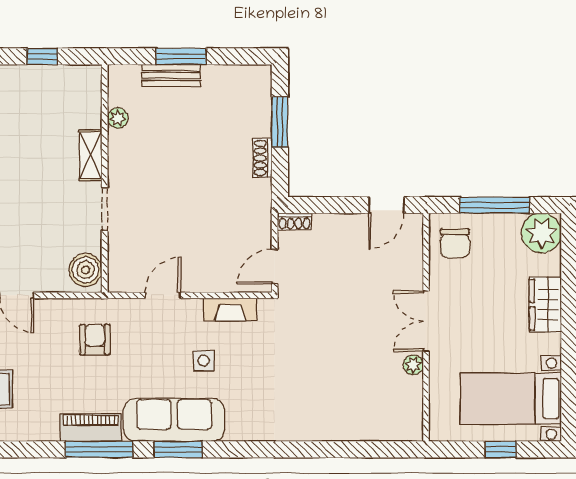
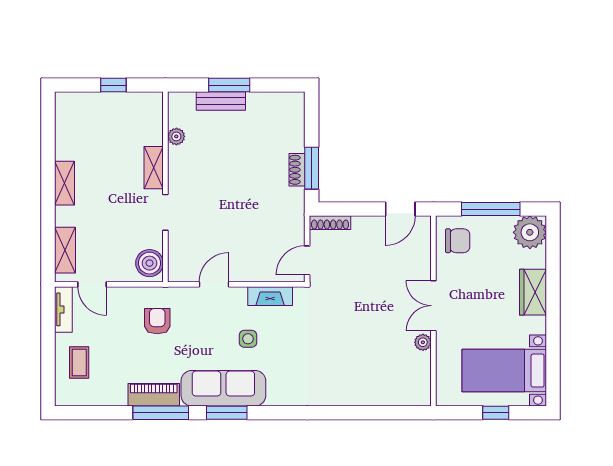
window: (280, 122) -> (312, 168), moved
shoe rack: (295, 221) -> (330, 223), width x1.43
chair: (455, 243) -> (458, 241), turned -90

